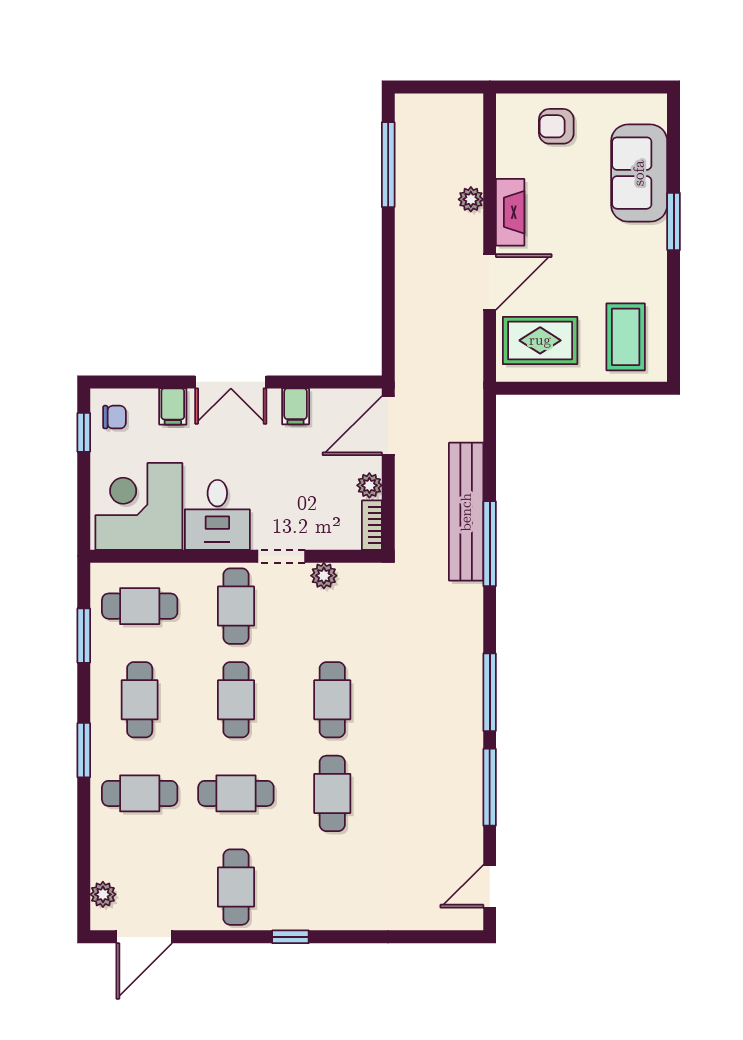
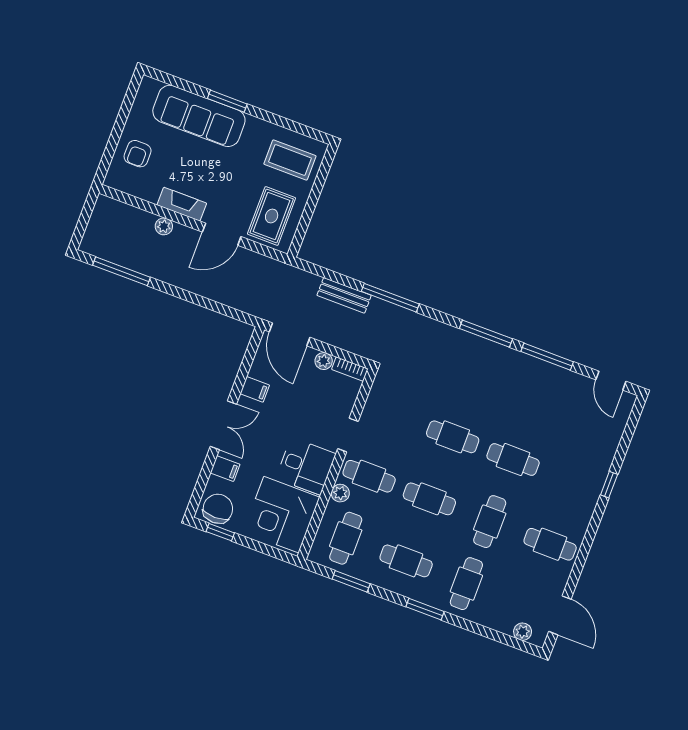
sofa: (639, 173) -> (199, 116), width x1.36
door: (490, 282) -> (222, 234), swing flipped
chair: (114, 417) -> (218, 509), width x1.87, depth x1.87
bench: (466, 512) -> (344, 295), width x0.54, depth x0.82
plant: (324, 576) -> (340, 493), moved
window: (290, 937) -> (609, 485), moved

